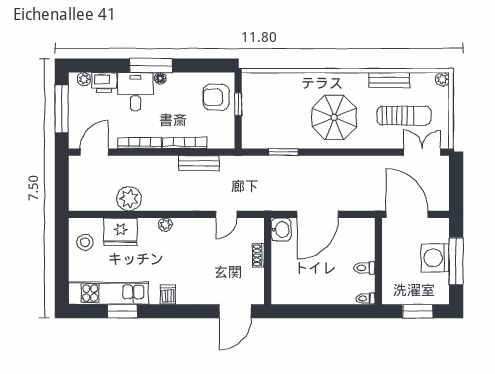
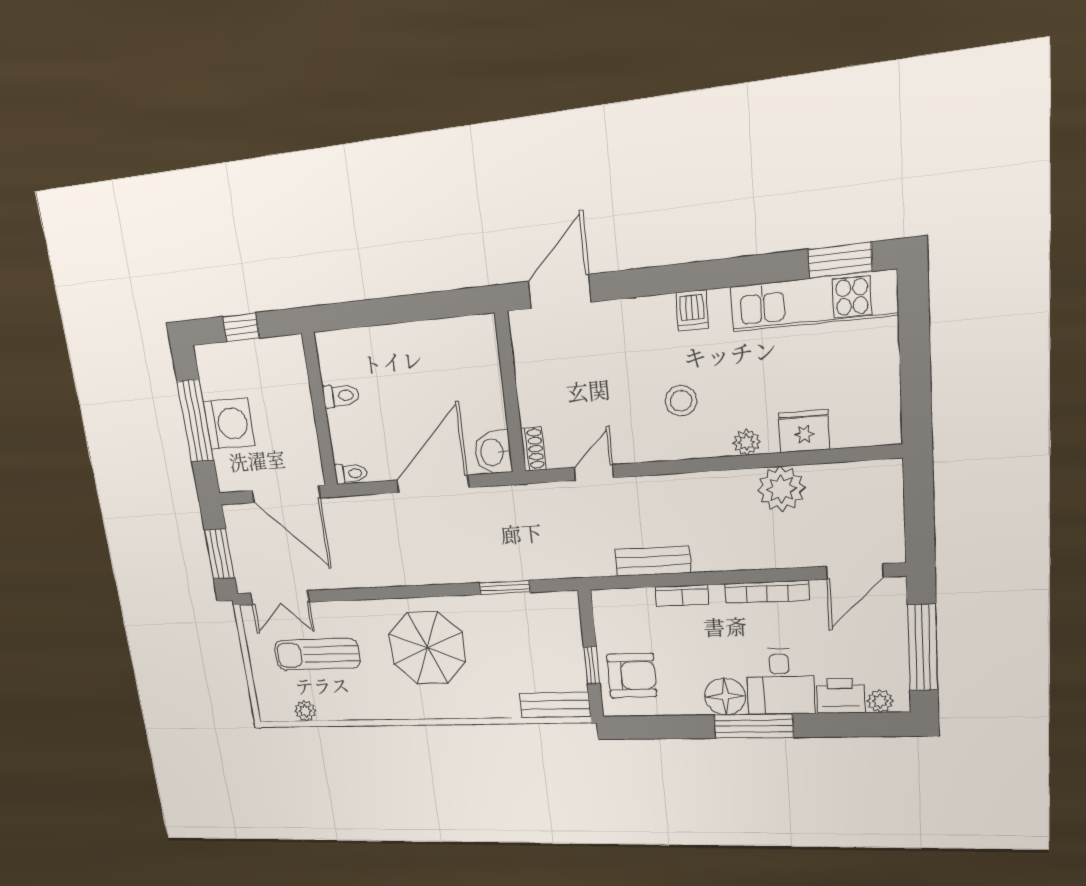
floor lamp: (160, 78) -> (725, 696), width x1.89, depth x1.89
plant: (442, 79) -> (305, 711), moved
bench: (389, 80) -> (555, 705), moved
bookcase: (185, 143) -> (682, 595), width x0.64
window: (456, 181) -> (220, 554), added
plant: (165, 225) -> (747, 442), moved
fridge: (121, 232) -> (804, 431), width x0.73, depth x0.75
stool: (85, 242) -> (681, 401), moved
shoe rack: (258, 255) -> (533, 449), moved
toilet: (365, 298) -> (351, 474), moved
window: (123, 311) -> (840, 260), moved
window: (418, 311) -> (241, 327), width x0.67

